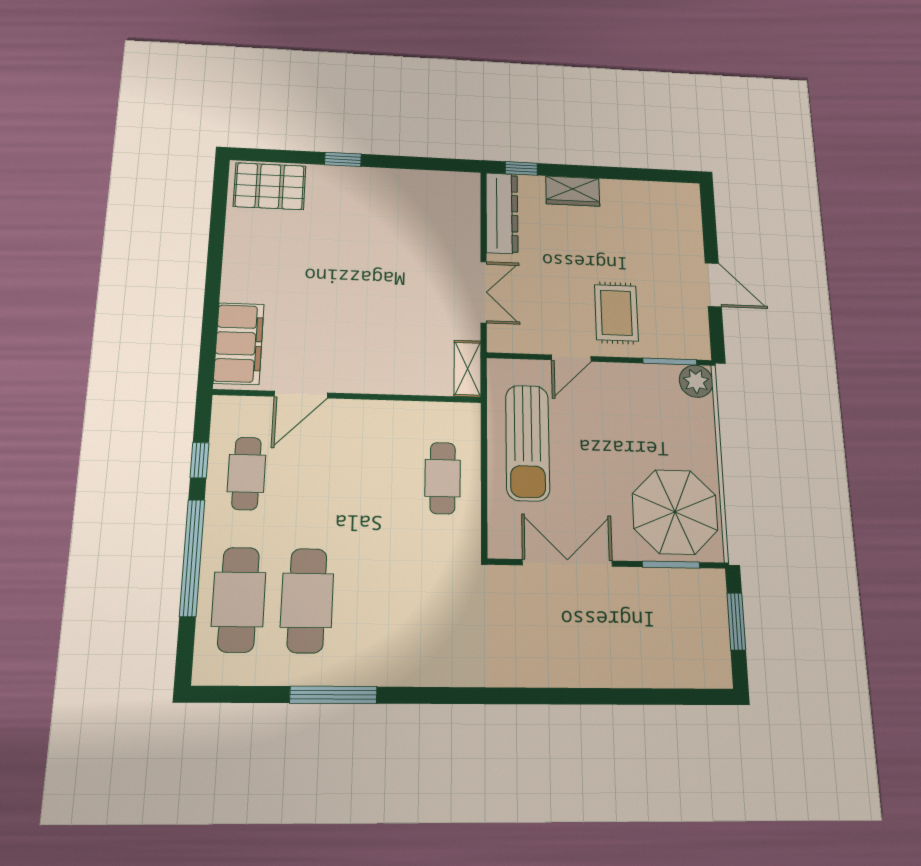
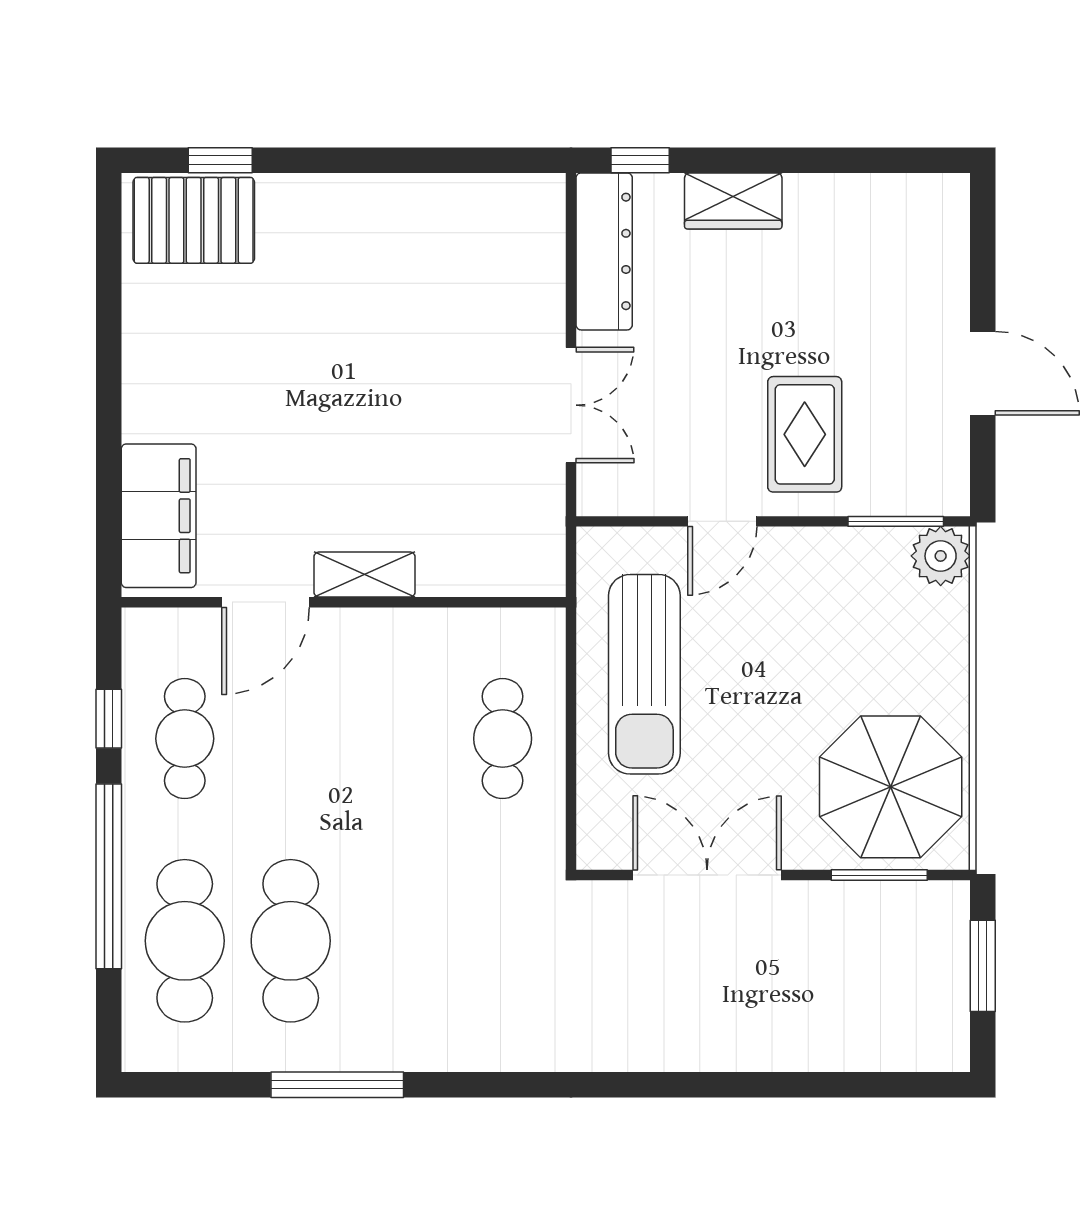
window: (343, 159) -> (220, 160), moved
shelving: (468, 369) -> (365, 574), moved, turned 90

